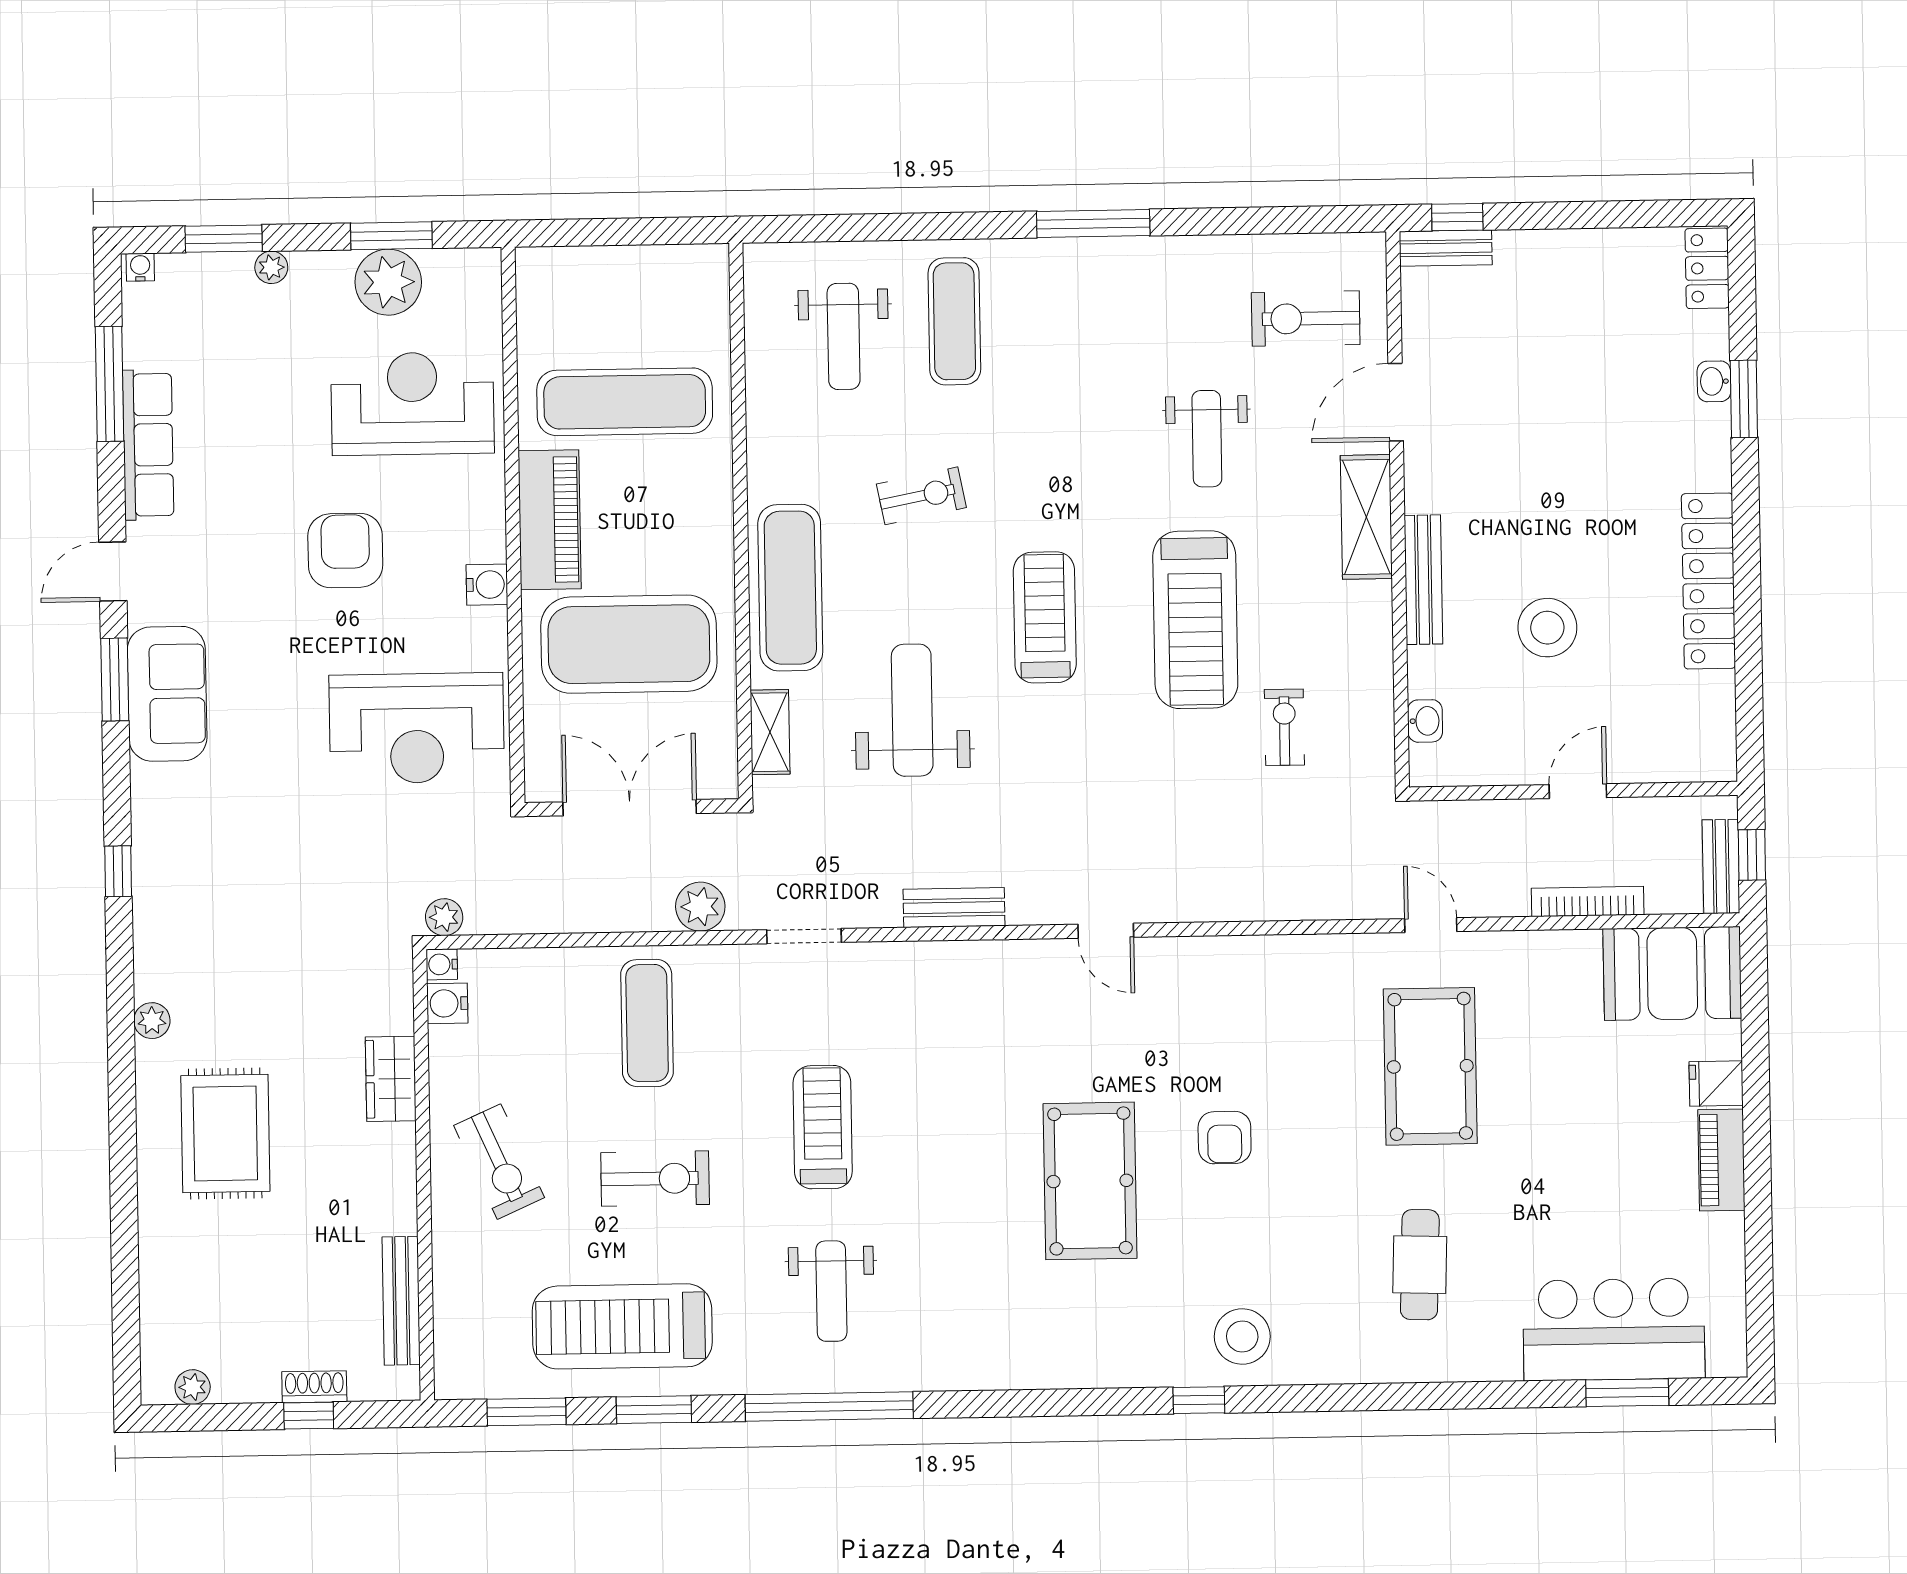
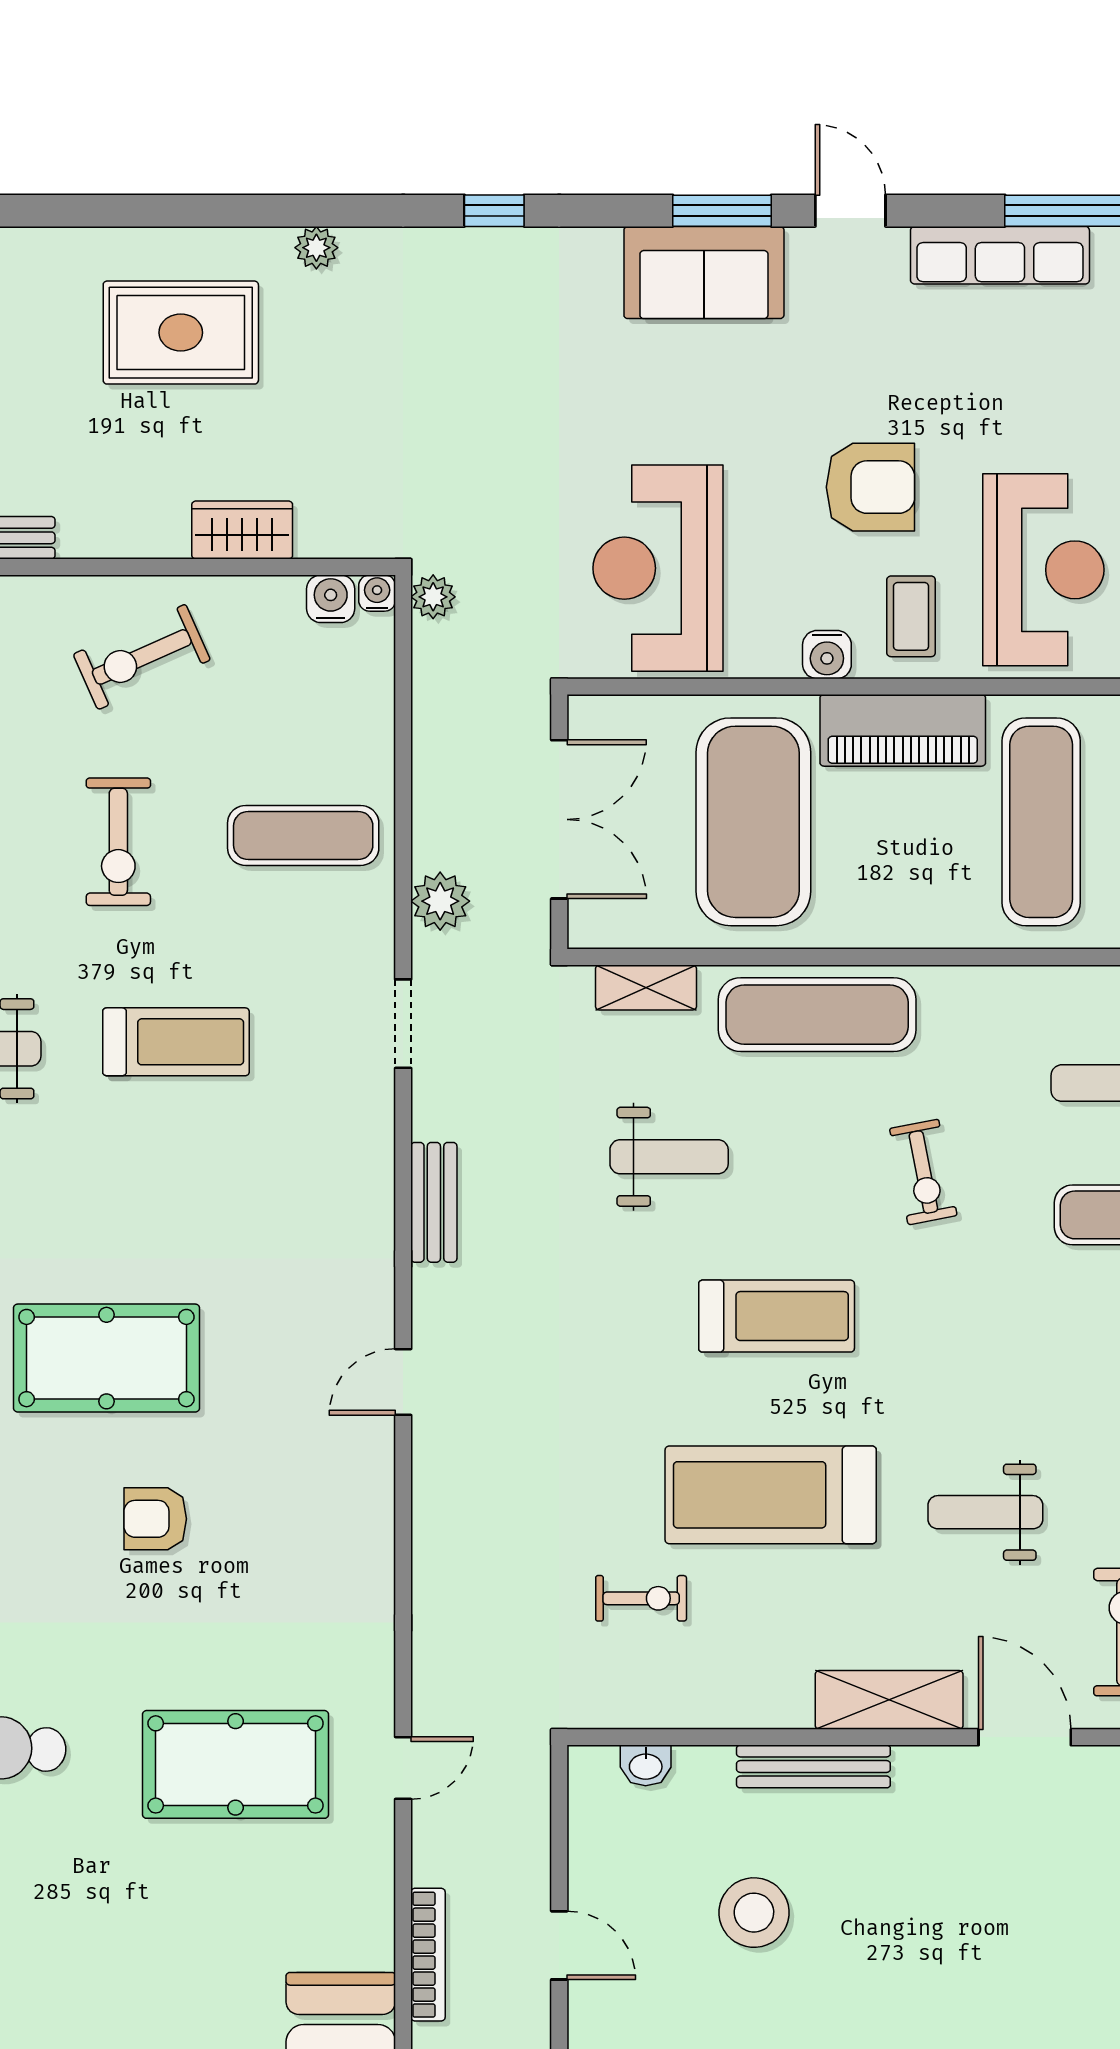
coffee table: (454, 514) -> (911, 616), added
weight bench: (912, 710) -> (669, 1157), width x0.73, depth x0.75

